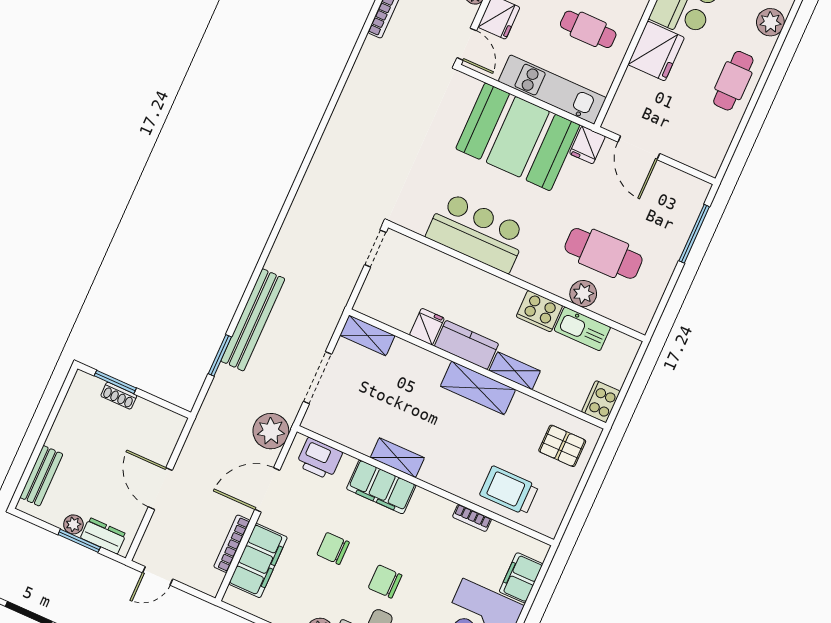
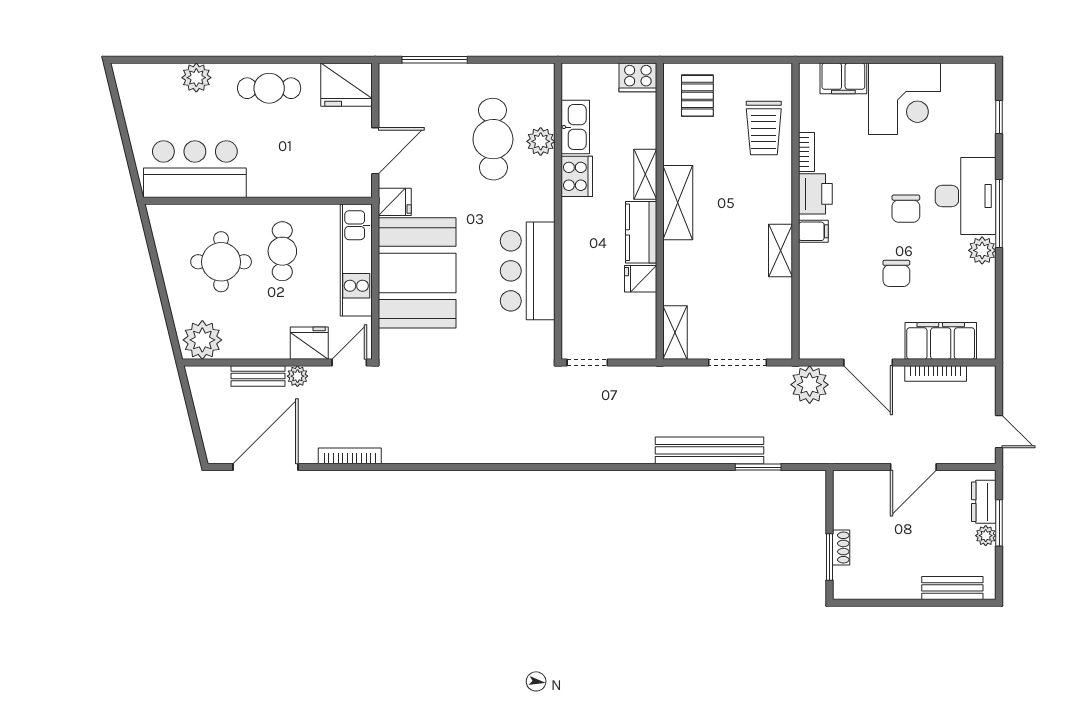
fridge: (656, 51) -> (346, 85), moved, turned 180
printer: (319, 459) -> (815, 194), moved
filing cabinet: (381, 487) -> (813, 231), width x0.33, depth x0.86

